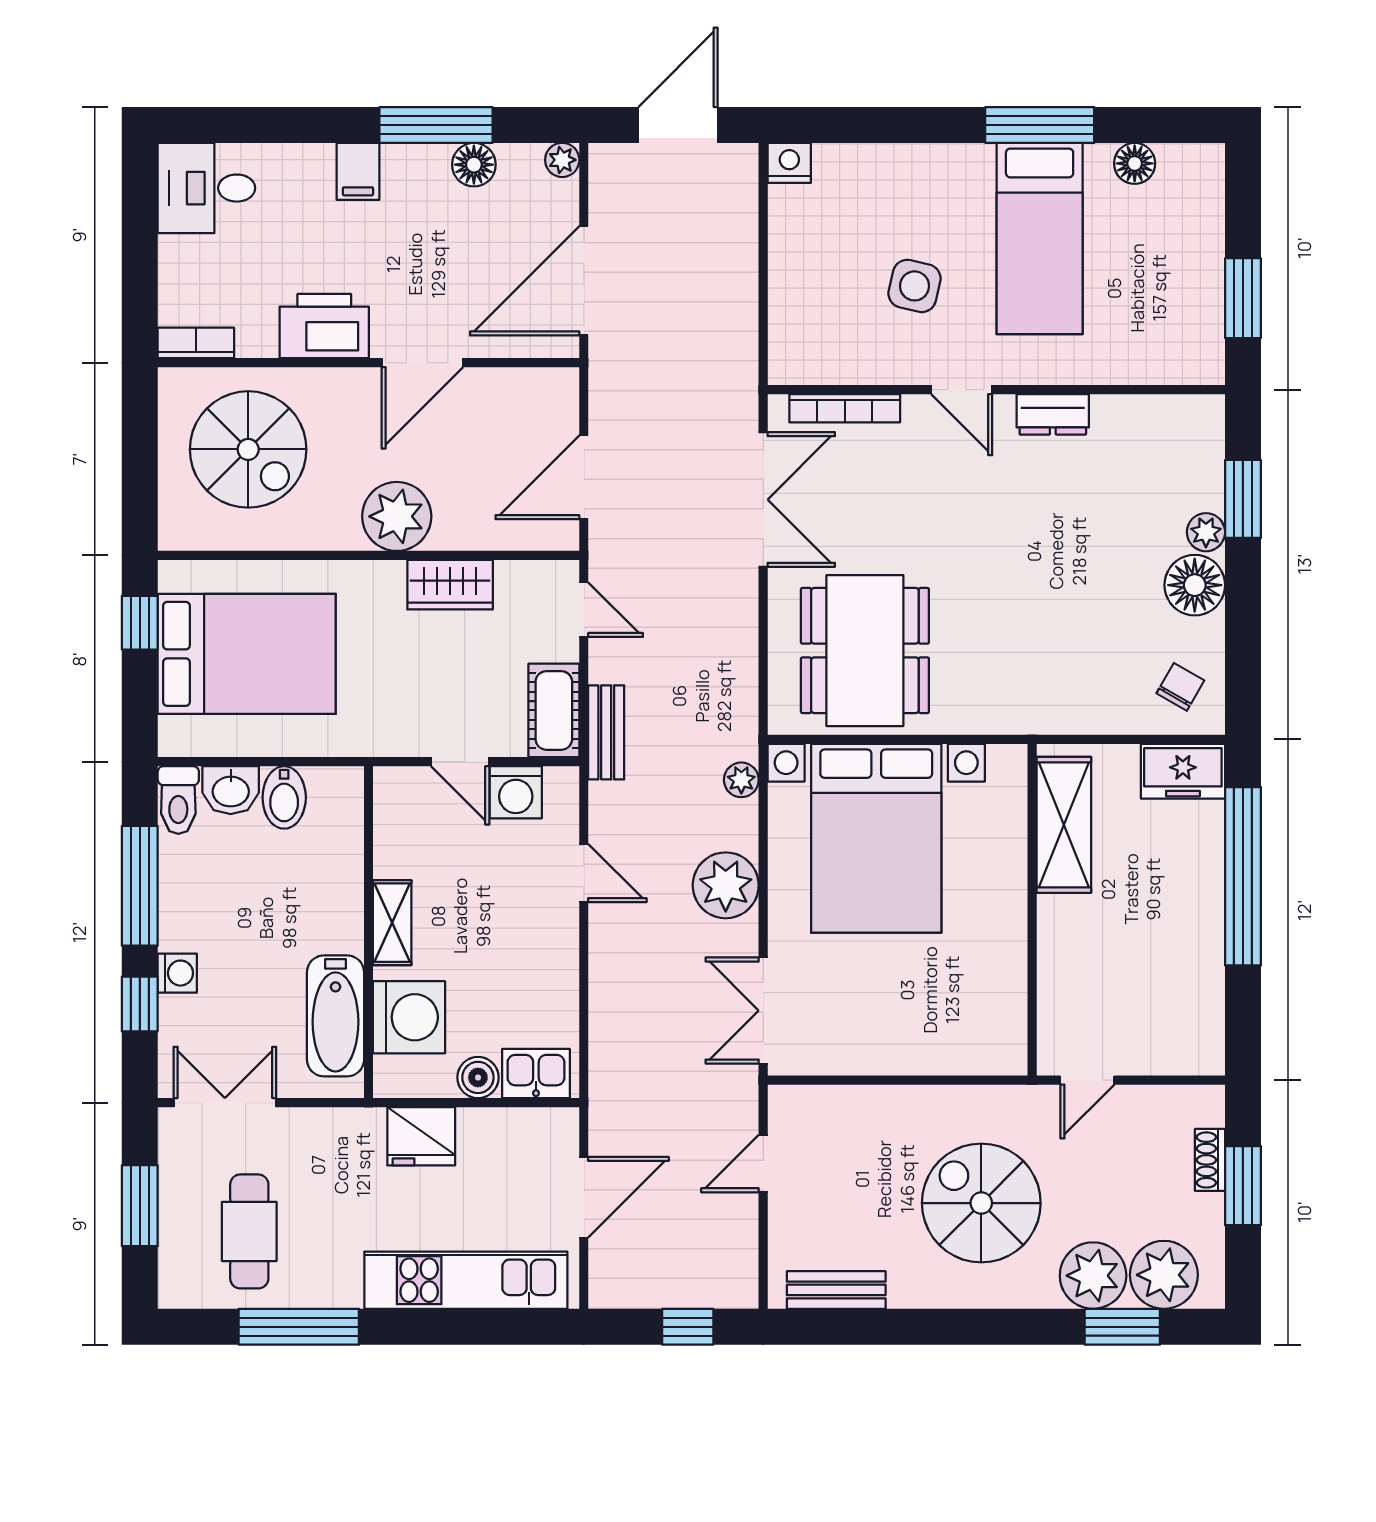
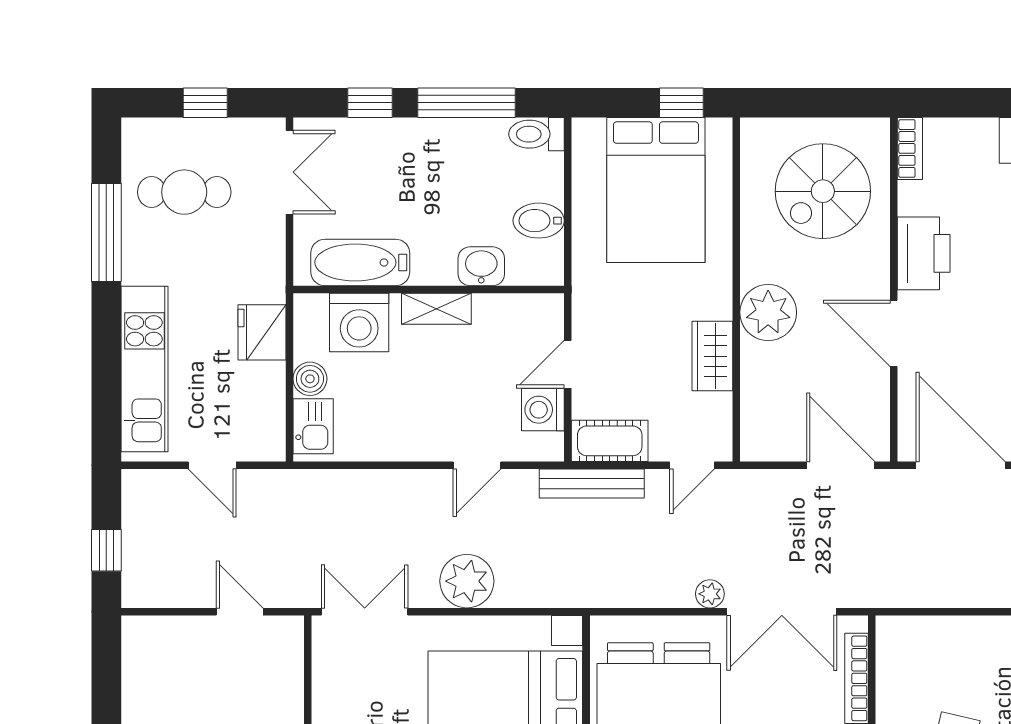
door: (584, 477) -> (841, 465), moved
bench: (606, 732) -> (592, 484), width x1.36
plant: (741, 780) -> (710, 594), moved
washbasin: (231, 790) -> (481, 266), moved, turned 90
washing machine: (177, 973) -> (395, 133), removed
door: (584, 1197) -> (212, 465), width x0.73
window: (140, 1206) -> (205, 103), width x0.67
bench: (836, 1290) -> (136, 671), removed

